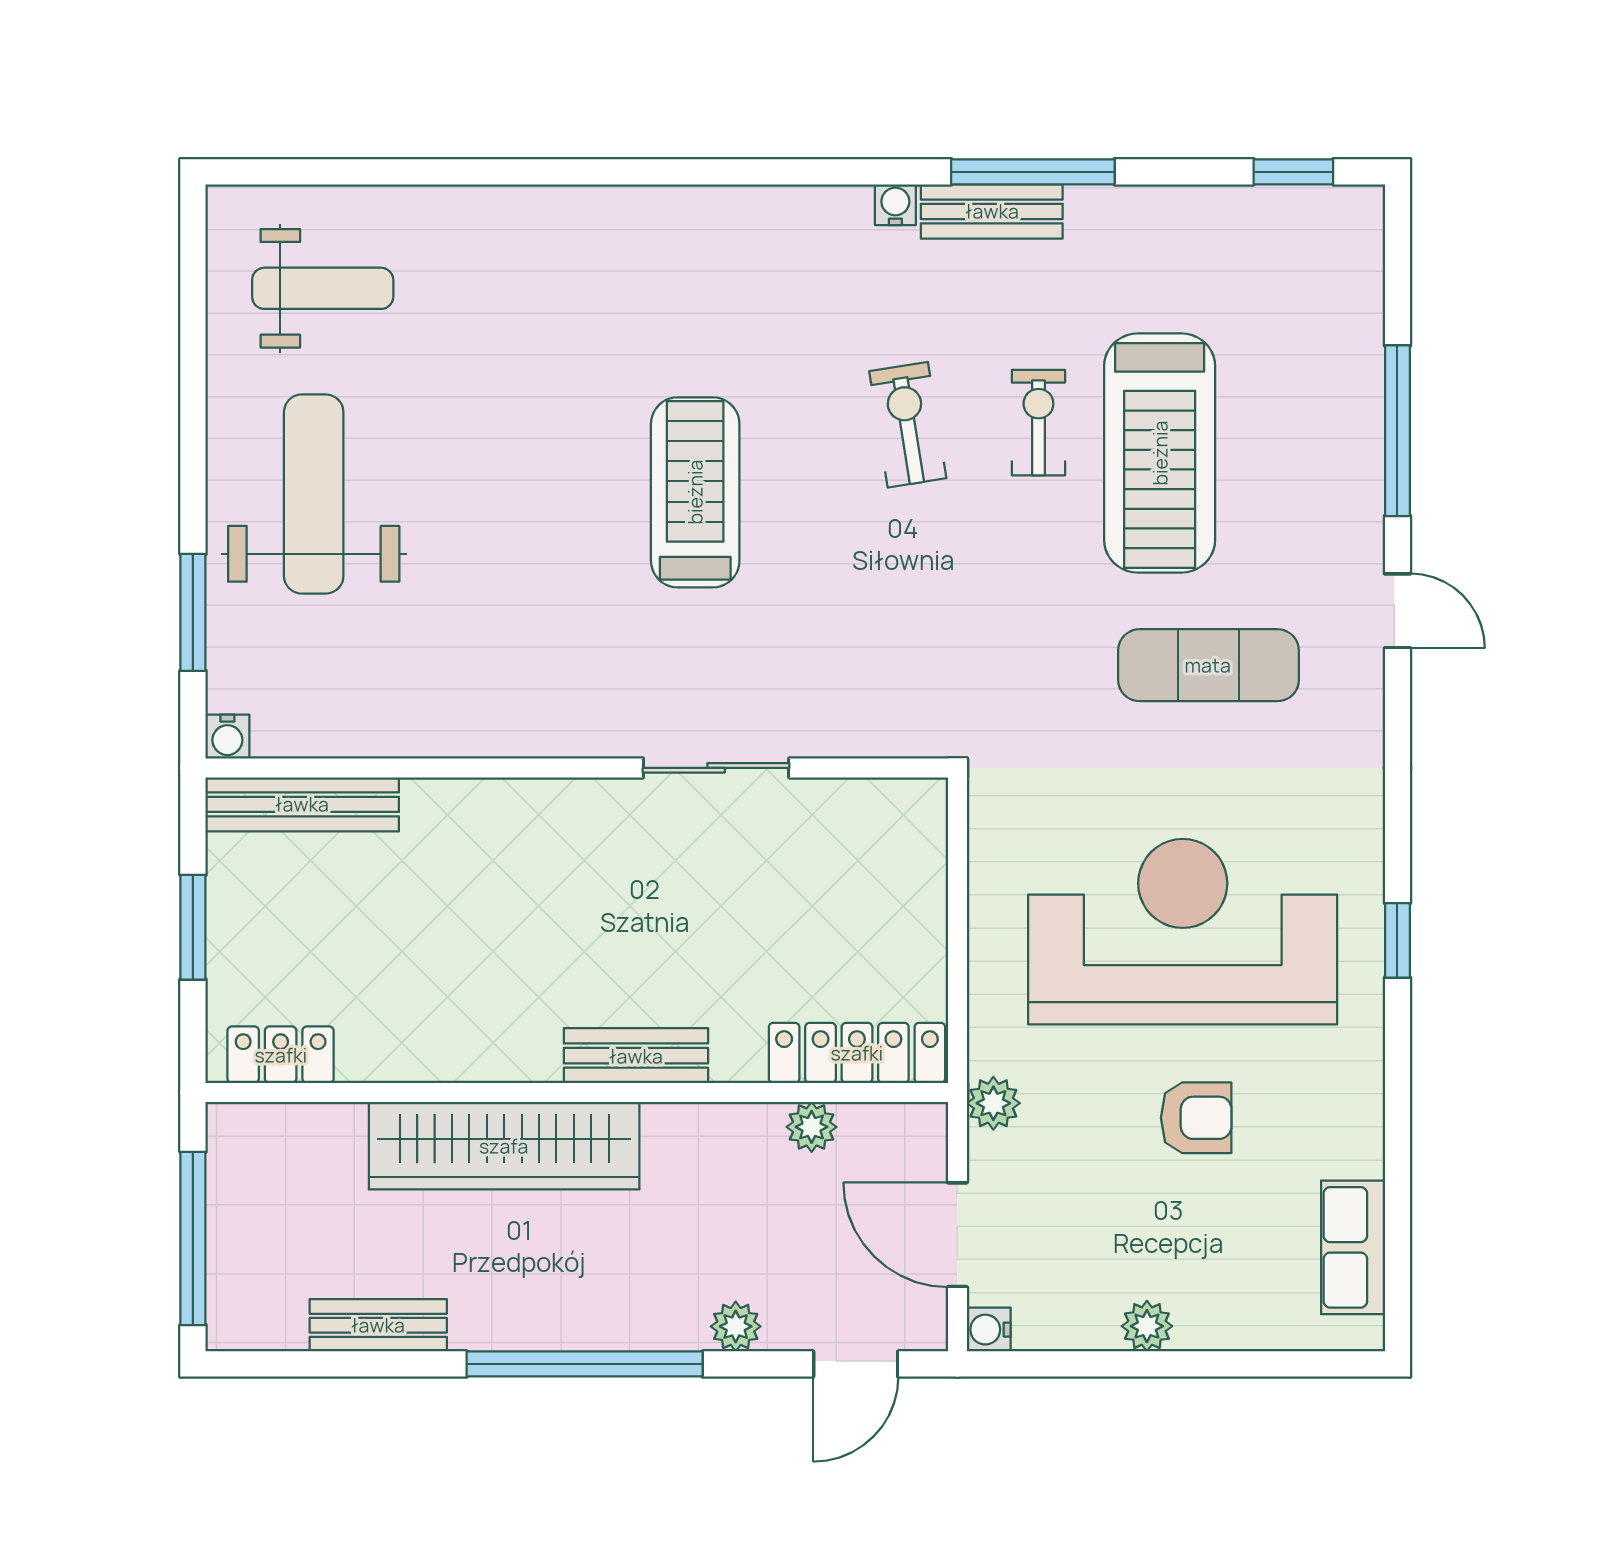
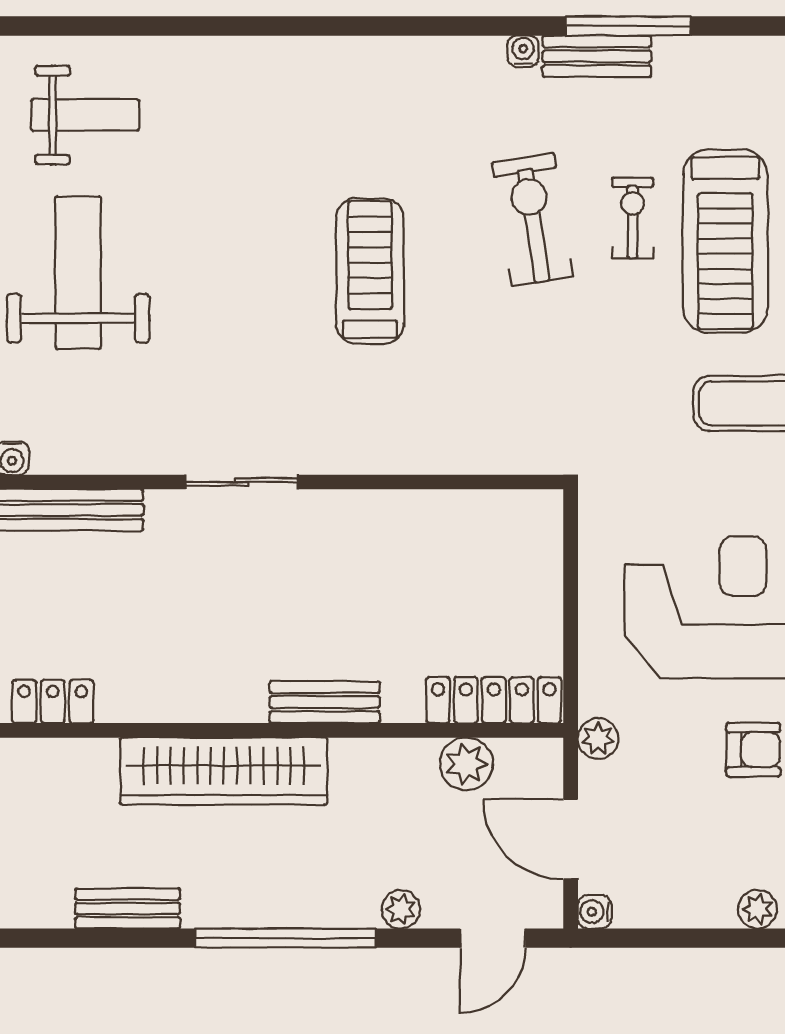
exercise bike: (908, 425) -> (533, 219), width x1.38, depth x1.39
sliding door: (716, 768) -> (242, 482), moved
plant: (812, 1127) -> (466, 764), width x1.38, depth x1.38
plant: (1147, 1326) -> (758, 909), moved

